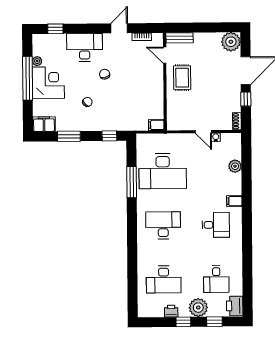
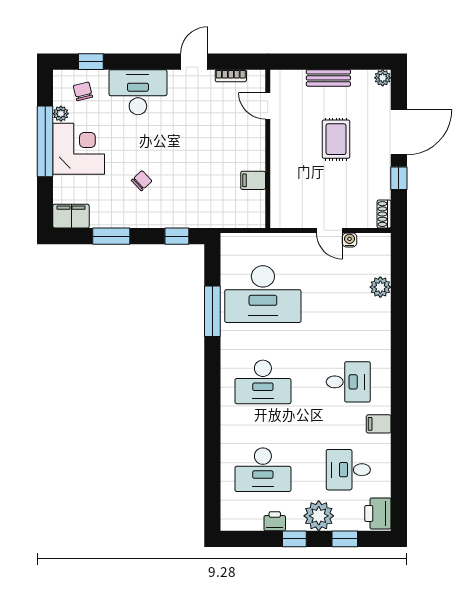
bench: (179, 38) -> (328, 78), moved
plant: (231, 42) -> (383, 78), width x0.53, depth x0.53
chair: (105, 74) -> (83, 91), moved
rug: (182, 78) -> (336, 139), moved
filing cabinet: (156, 125) -> (253, 180), moved
filing cabinet: (234, 201) -> (379, 424), moved
desk: (163, 225) -> (263, 382), turned 180
desk: (216, 279) -> (348, 470), turned 90

